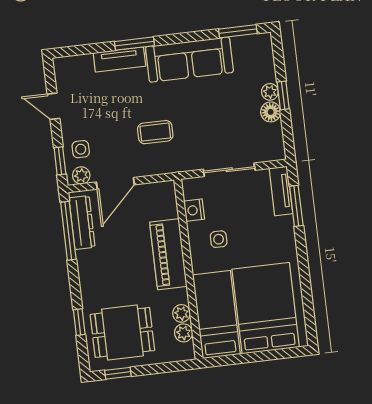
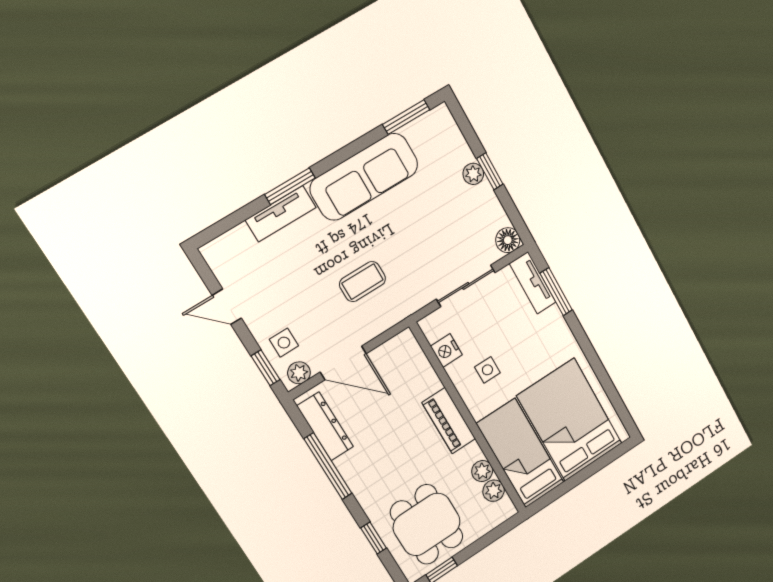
floor lamp: (271, 112) -> (508, 240), moved
door: (115, 183) -> (343, 363), hinge flipped
window: (68, 231) -> (328, 466), moved
piano: (168, 254) -> (449, 421), width x0.73, depth x0.75
dining table: (122, 332) -> (427, 524), turned 90

